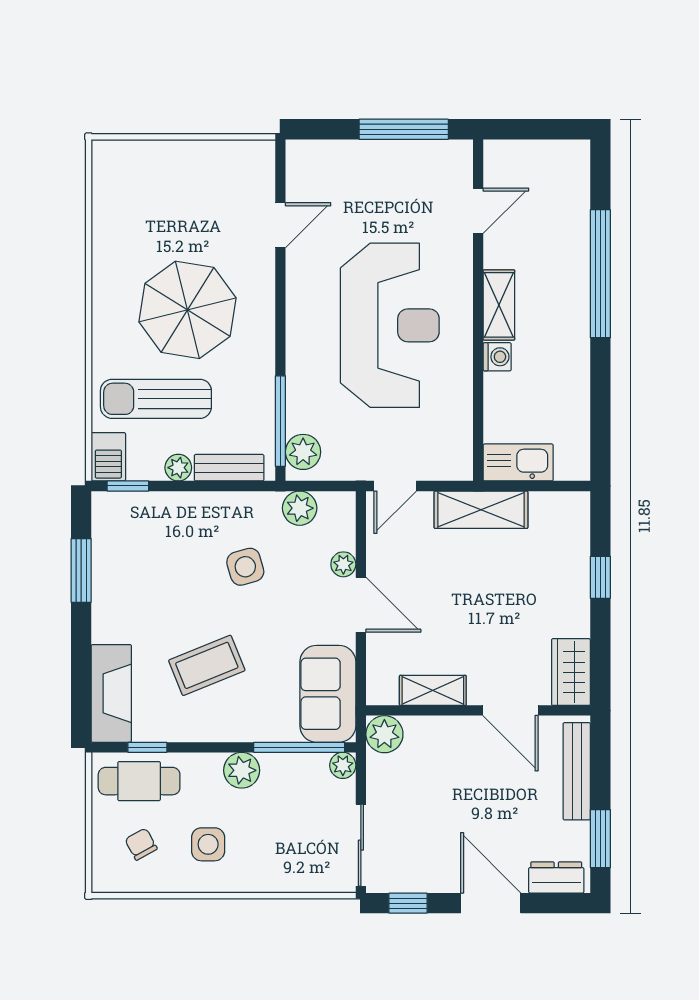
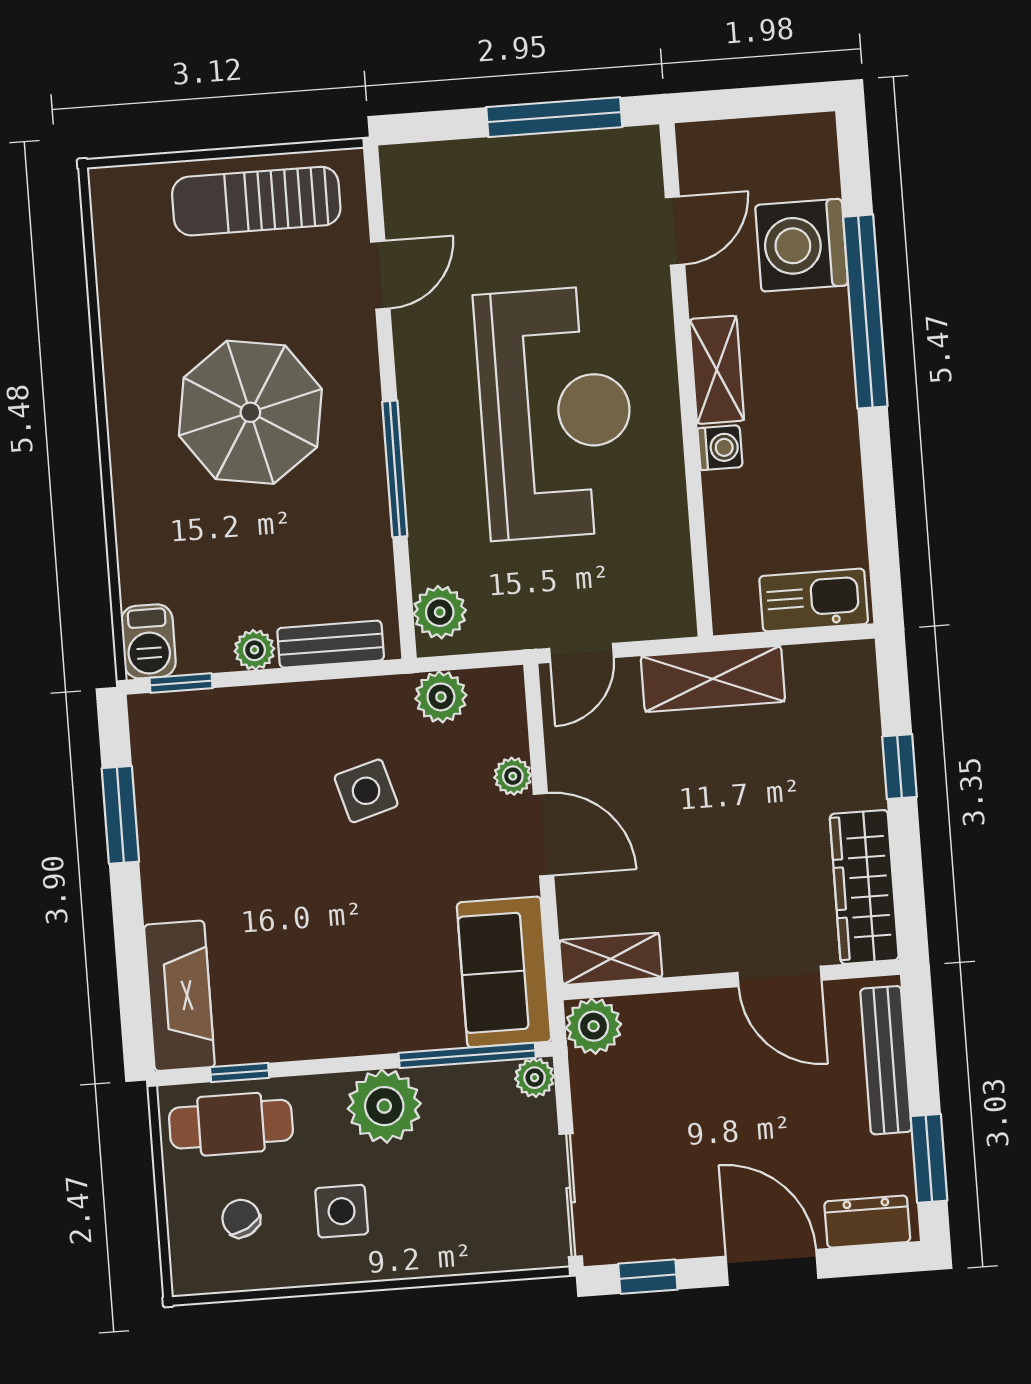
washing machine: (561, 227) -> (802, 245), added
sun lounger: (156, 399) -> (256, 201), moved
window: (280, 421) -> (395, 469), moved
kitchen sink: (518, 462) -> (814, 600), moved
coffee table: (207, 665) -> (319, 943), removed
wardrobe: (571, 672) -> (864, 887), width x1.50
shelving: (433, 690) -> (611, 959), moved
plant: (242, 770) -> (384, 1106), width x1.36, depth x1.36

